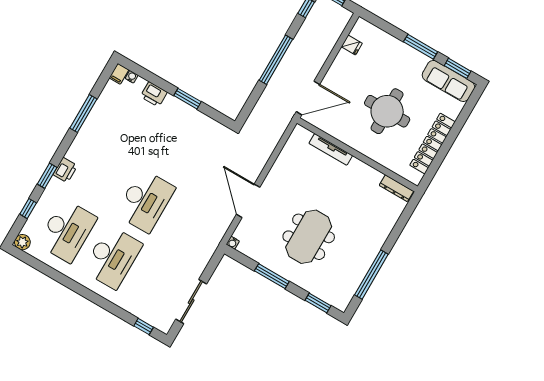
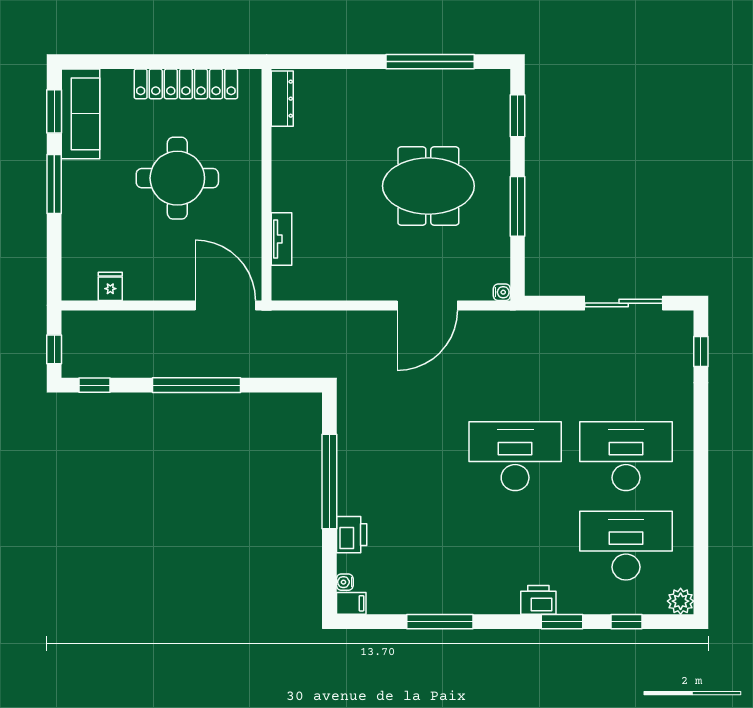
window: (187, 99) -> (329, 482), width x2.11
tv unit: (331, 149) -> (281, 239), width x0.71

